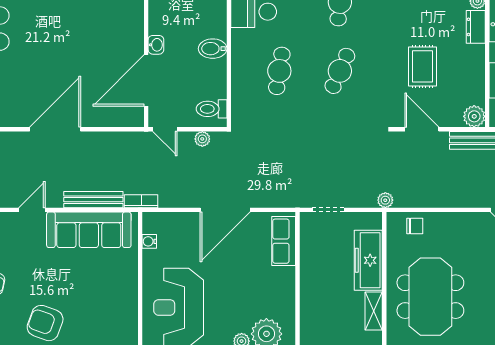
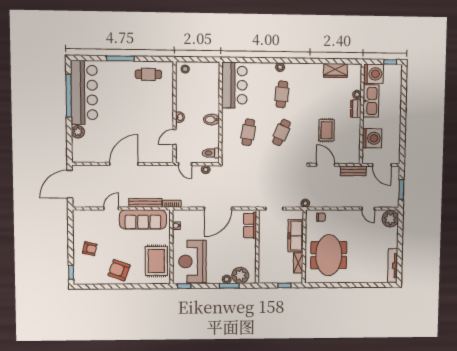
door: (146, 80) -> (175, 137), width x0.53
plant: (474, 116) -> (354, 158), removed
rug: (113, 306) -> (156, 261), added

